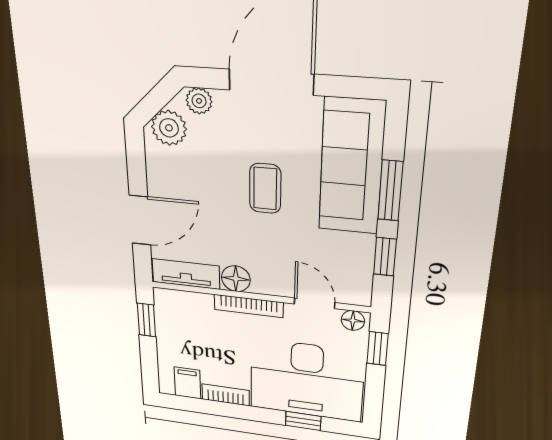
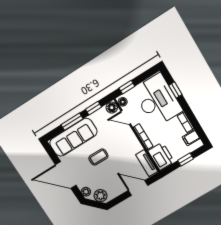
floor lamp: (236, 279) -> (112, 108), moved
door: (315, 303) -> (126, 117), hinge flipped
printer: (183, 310) -> (161, 156), added
window: (146, 320) -> (186, 160), moved

